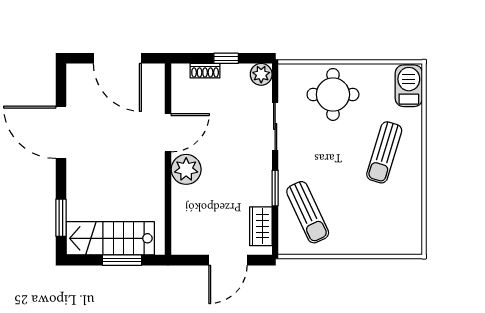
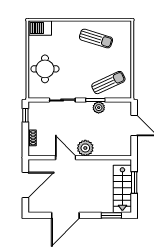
window: (226, 58) -> (25, 115), moved
plant: (261, 74) -> (99, 108), moved
sun lounger: (384, 152) -> (96, 39), moved
wardrobe: (261, 226) -> (116, 108), removed

